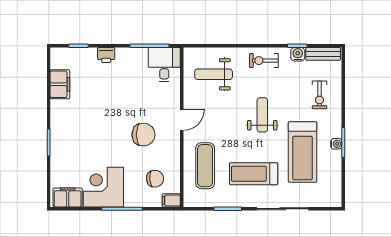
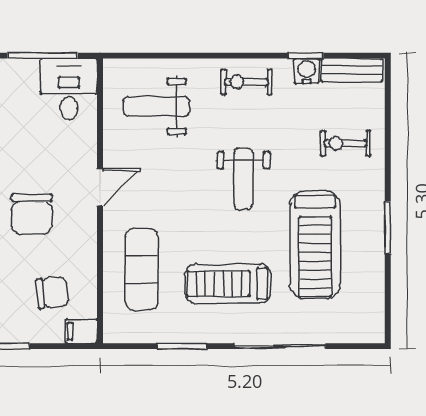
exercise bike: (320, 95) -> (345, 143), turned 90
weight bench: (262, 115) -> (243, 179), turned 180
chair: (143, 135) -> (32, 214), turned 90
water cooler: (336, 144) -> (375, 230), removed

